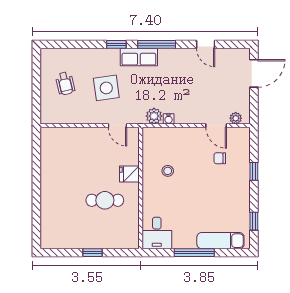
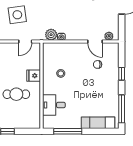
door: (117, 126) -> (25, 42), hinge flipped
window: (254, 221) -> (122, 109), width x2.17
desk: (157, 233) -> (54, 105), moved, turned 90
window: (194, 253) -> (68, 131), moved

